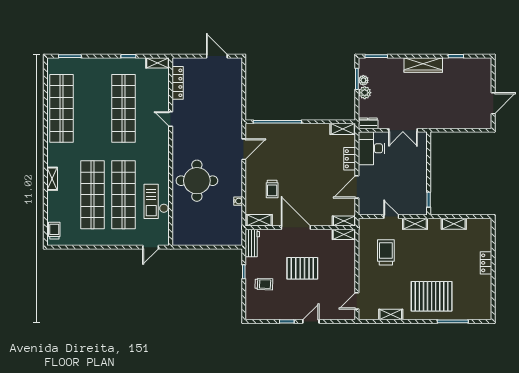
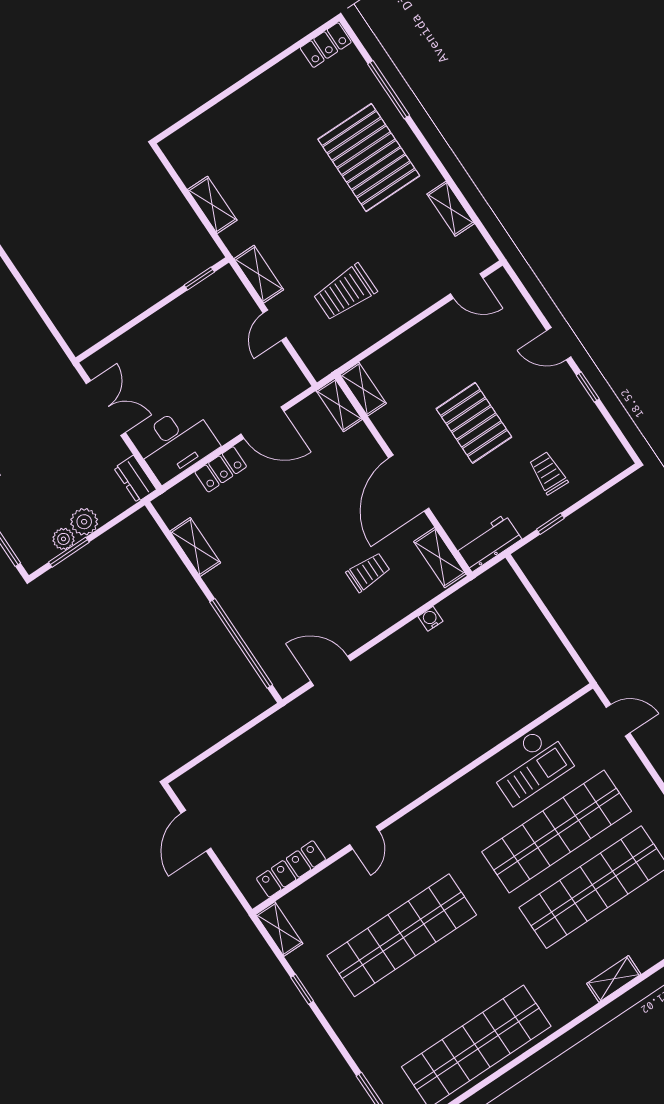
shelving: (343, 129) -> (195, 547), moved
round table: (197, 181) -> (443, 717), removed
locker: (486, 263) -> (326, 45), moved

